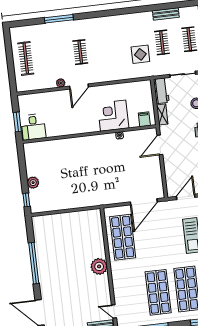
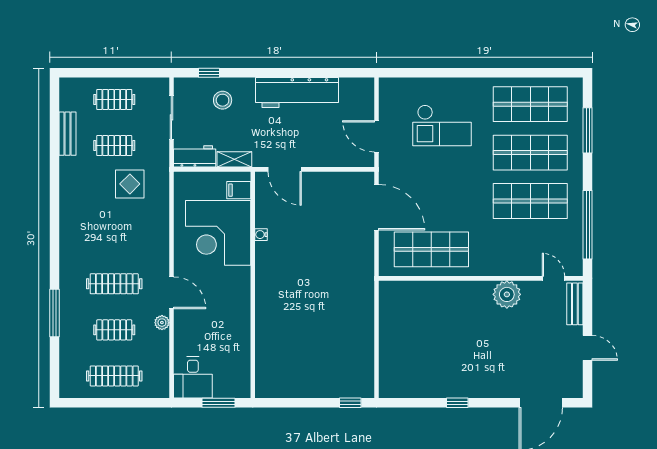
clothes rail: (80, 52) -> (114, 284), width x1.36
clothes rail: (53, 55) -> (114, 330), added
corner desk: (113, 116) -> (218, 233), width x1.36, depth x1.36
desk: (33, 127) -> (193, 377), moved, turned 90
plant: (33, 183) -> (323, 388), removed
window: (34, 263) -> (457, 403), width x0.32
plant: (99, 266) -> (507, 294), moved
door: (114, 311) -> (553, 278), swing flipped

